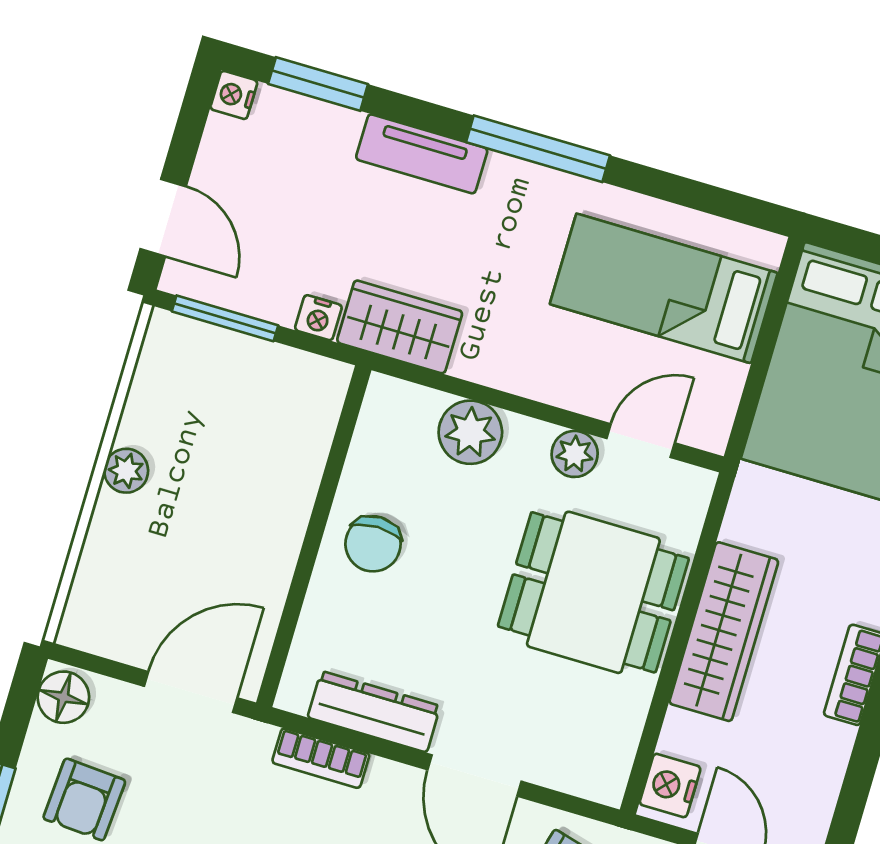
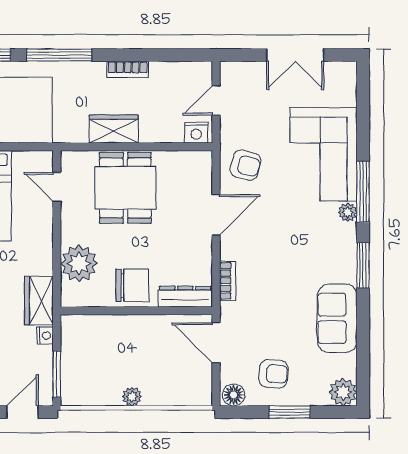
plant: (470, 432) -> (79, 263), width x1.36, depth x1.36
plant: (575, 454) -> (70, 213), removed
chair: (373, 544) -> (132, 285), width x1.37, depth x1.37
wardrobe: (724, 632) -> (114, 129), width x0.67
dresser: (374, 712) -> (185, 297), moved, turned 90

